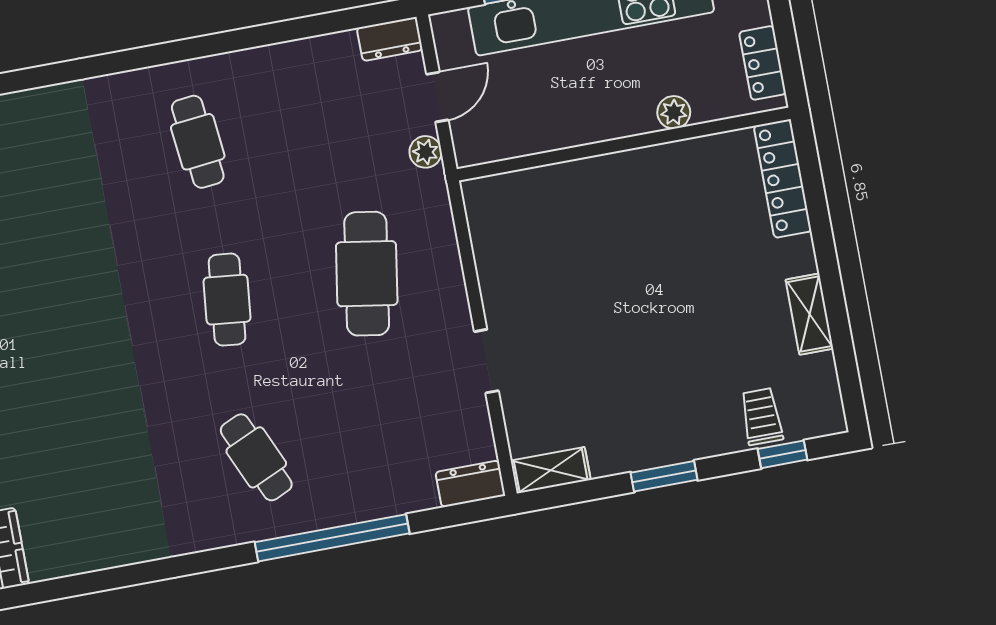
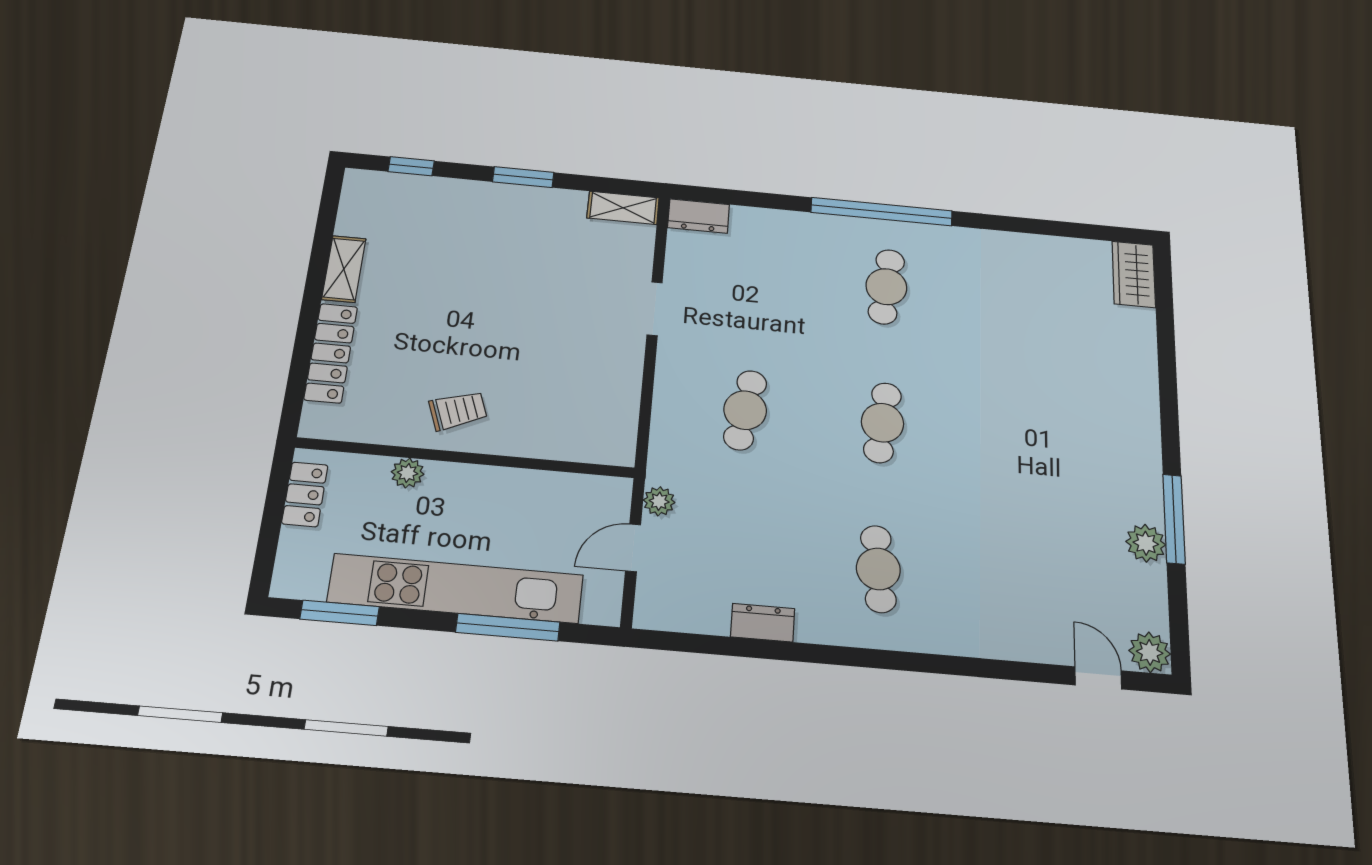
dresser: (390, 39) -> (763, 623), moved
locker: (783, 179) -> (331, 353), moved
cafe table: (367, 274) -> (745, 410), width x0.73, depth x0.74
trolley: (762, 417) -> (458, 411), moved, turned -110
cafe table: (256, 457) -> (886, 287), turned 30
window: (332, 538) -> (882, 212), moved

